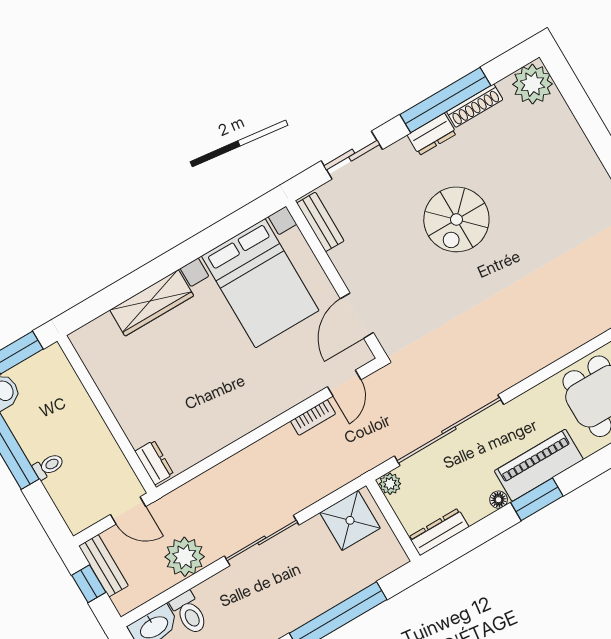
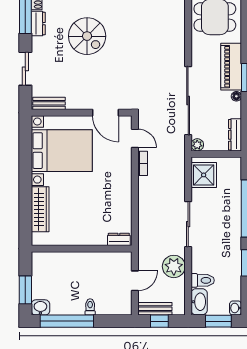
wall: (107, 414) -> (82, 249), moved
dresser: (154, 463) -> (119, 239), moved

